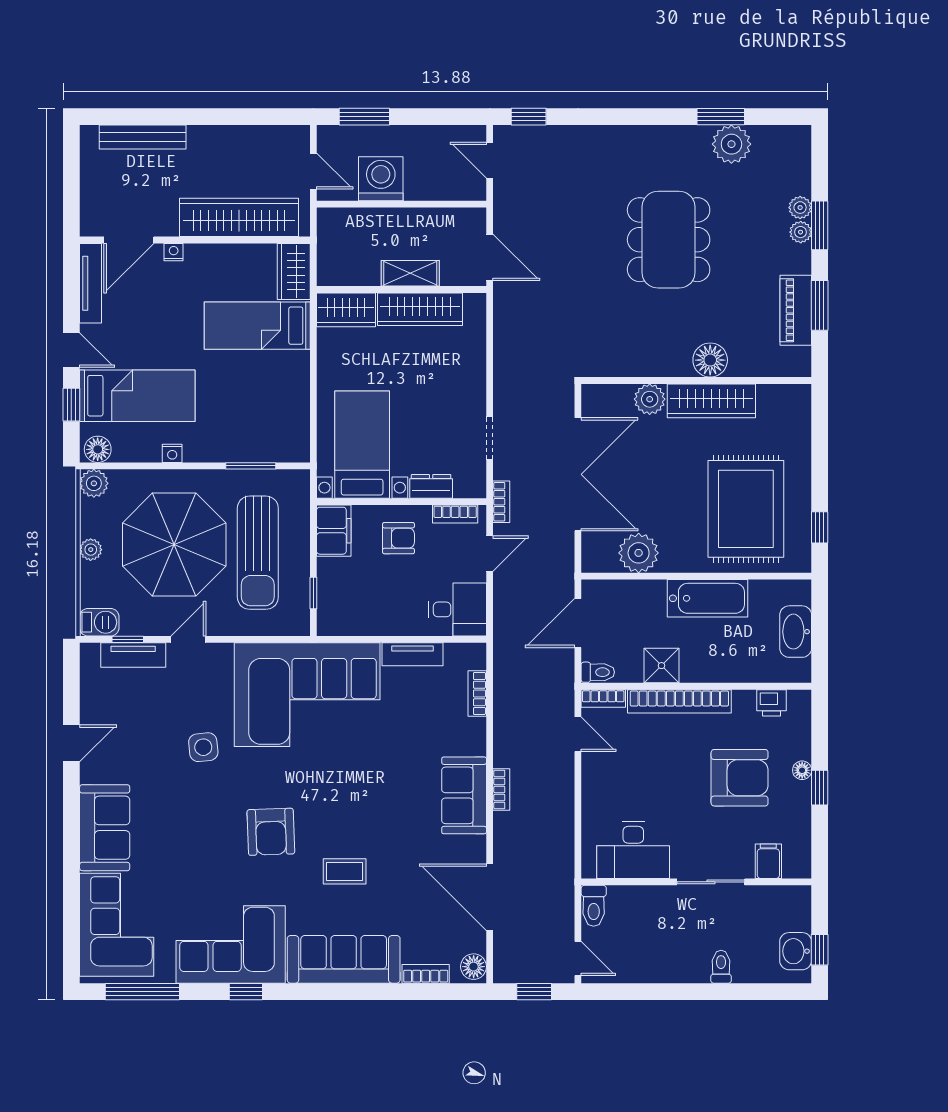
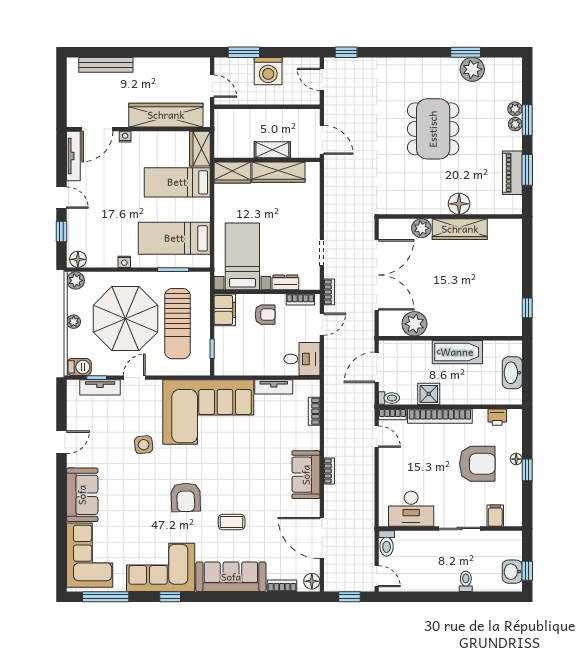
washing machine: (381, 179) -> (268, 71), moved, turned 180
bed: (137, 396) -> (174, 238), moved, turned 180
rug: (746, 509) -> (481, 296), removed

